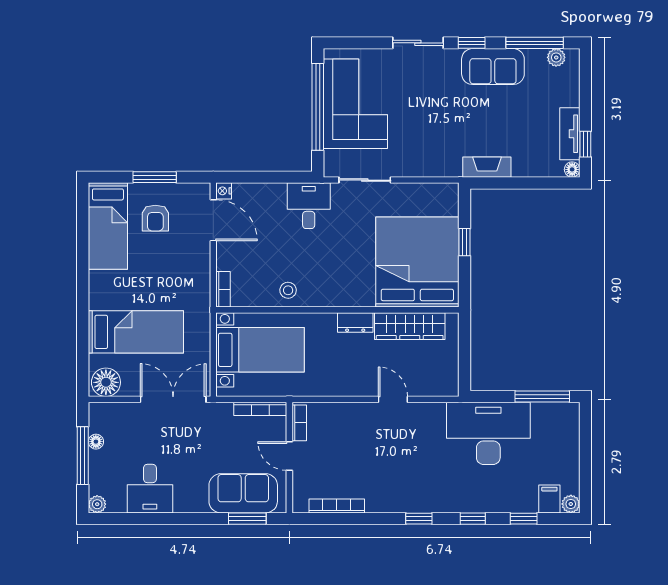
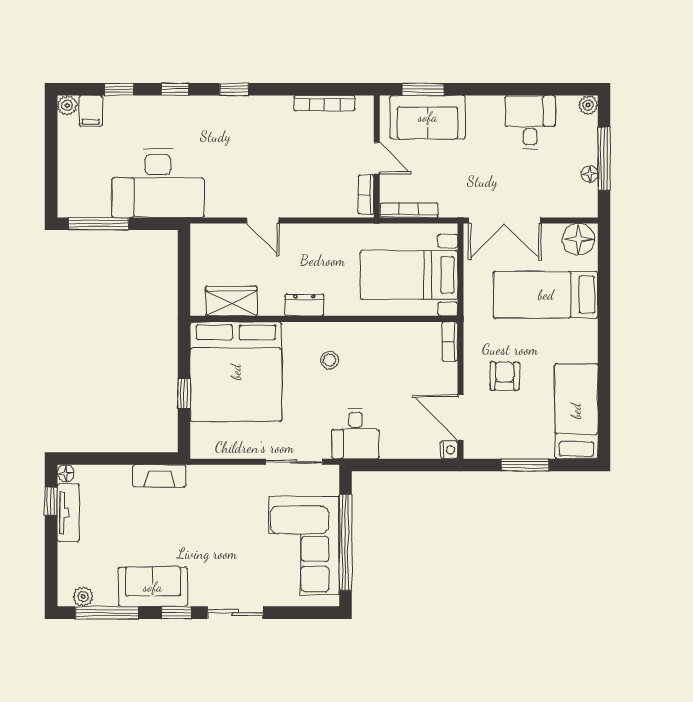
armchair: (155, 218) -> (504, 376), moved
stool: (288, 290) -> (329, 360), moved
wardrobe: (410, 326) -> (231, 301), width x0.67

